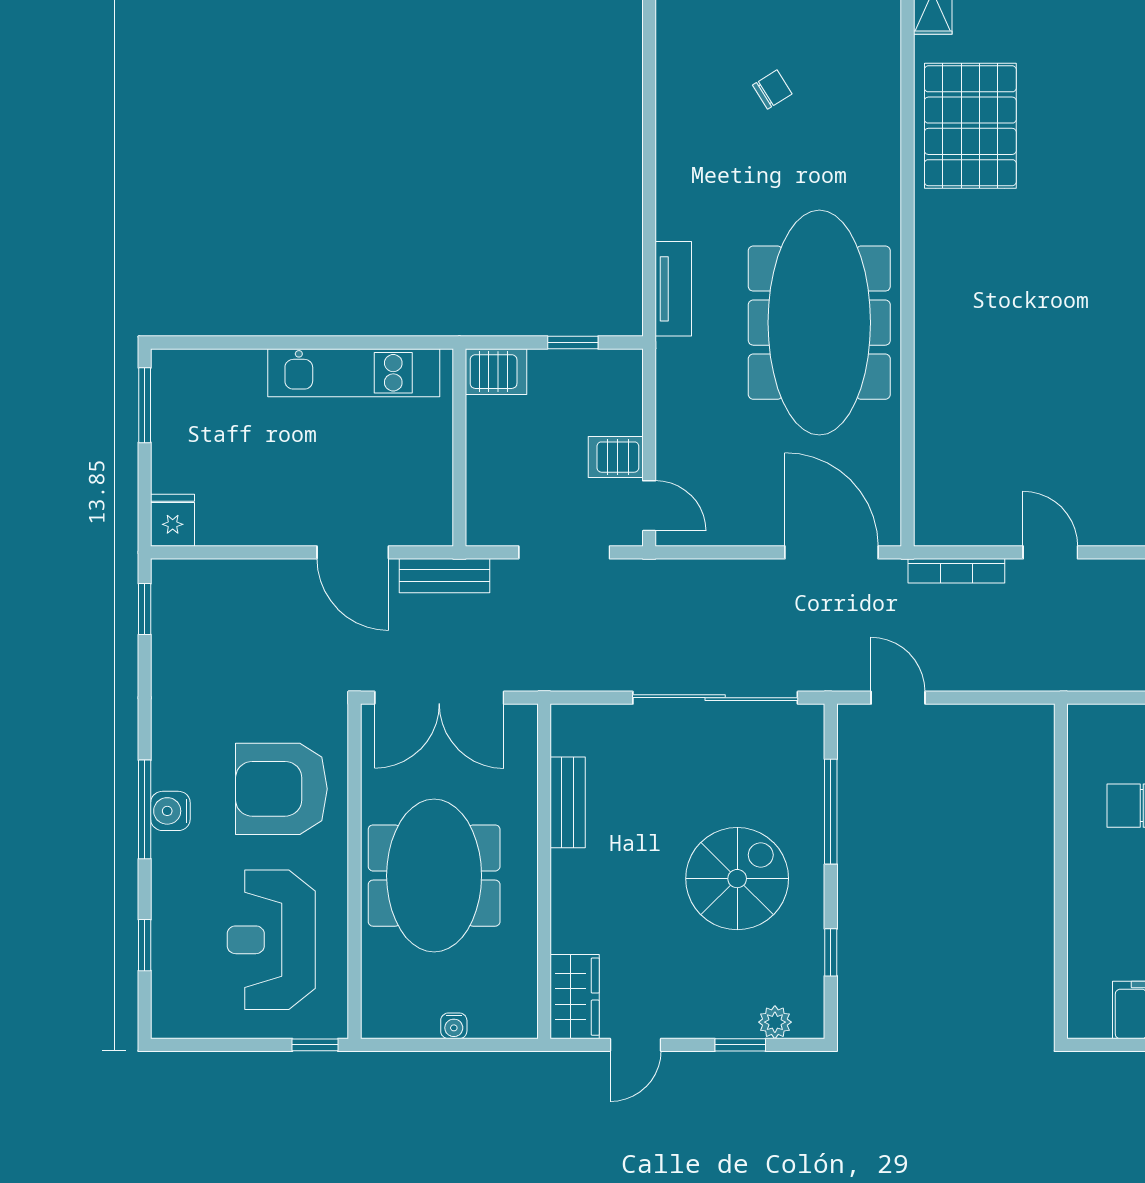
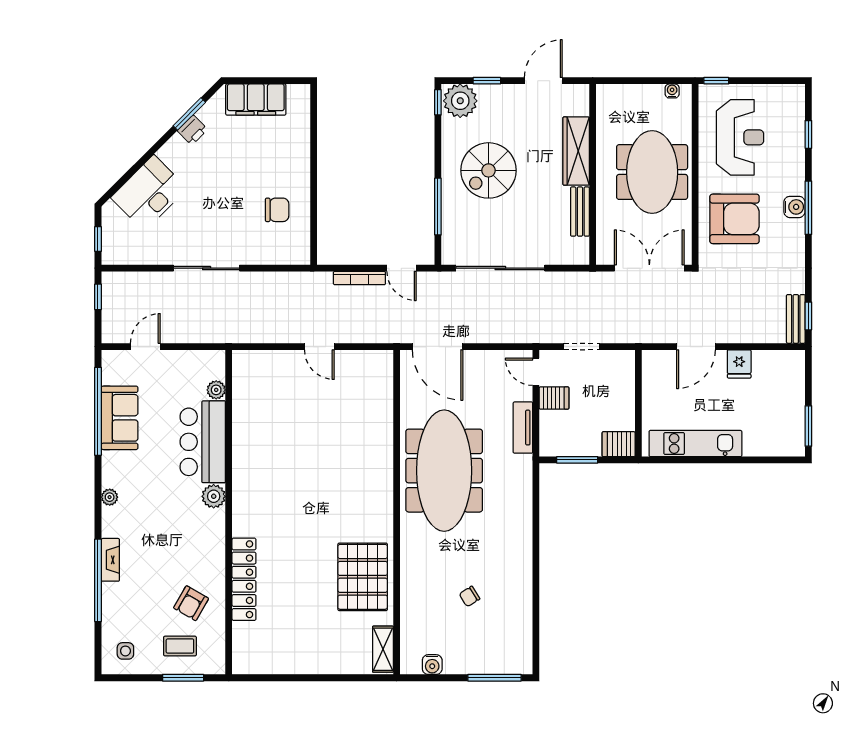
tv unit: (673, 289) -> (523, 428), moved
window: (573, 342) -> (577, 460), width x1.50
fridge: (173, 520) -> (739, 364), moved
door: (353, 552) -> (696, 347), swing flipped
doorway: (564, 552) -> (582, 347), width x0.73
bookcase: (956, 571) -> (359, 278), moved, turned 180
bench: (444, 576) -> (796, 319), moved, turned 90
window: (831, 952) -> (438, 102), moved
wardrobe: (575, 997) -> (576, 151), moved, width x1.50
plant: (775, 1022) -> (460, 101), width x1.88, depth x1.88
water cooler: (454, 1026) -> (672, 91), moved
door: (635, 1045) -> (543, 81), width x1.38

